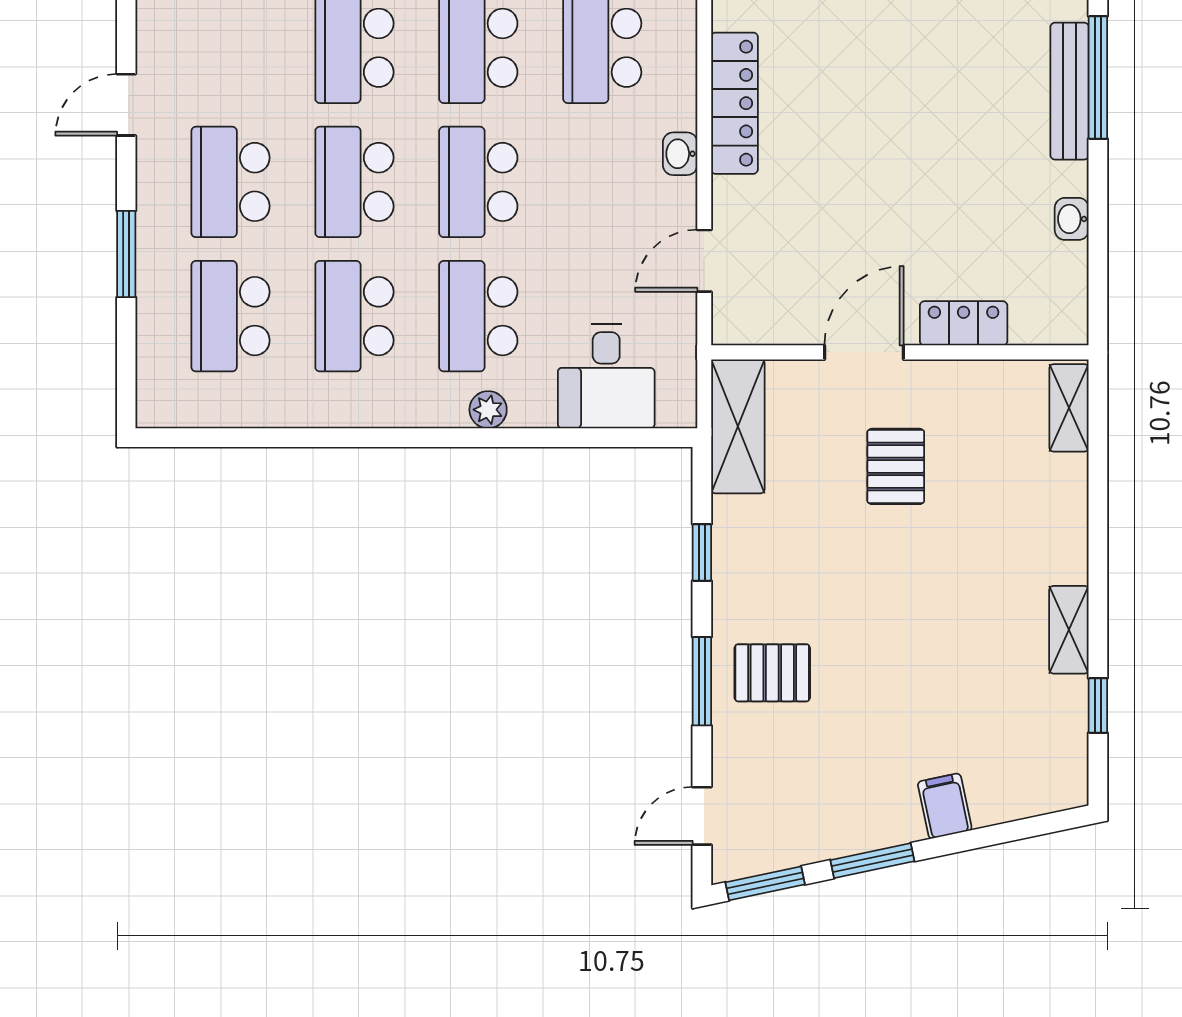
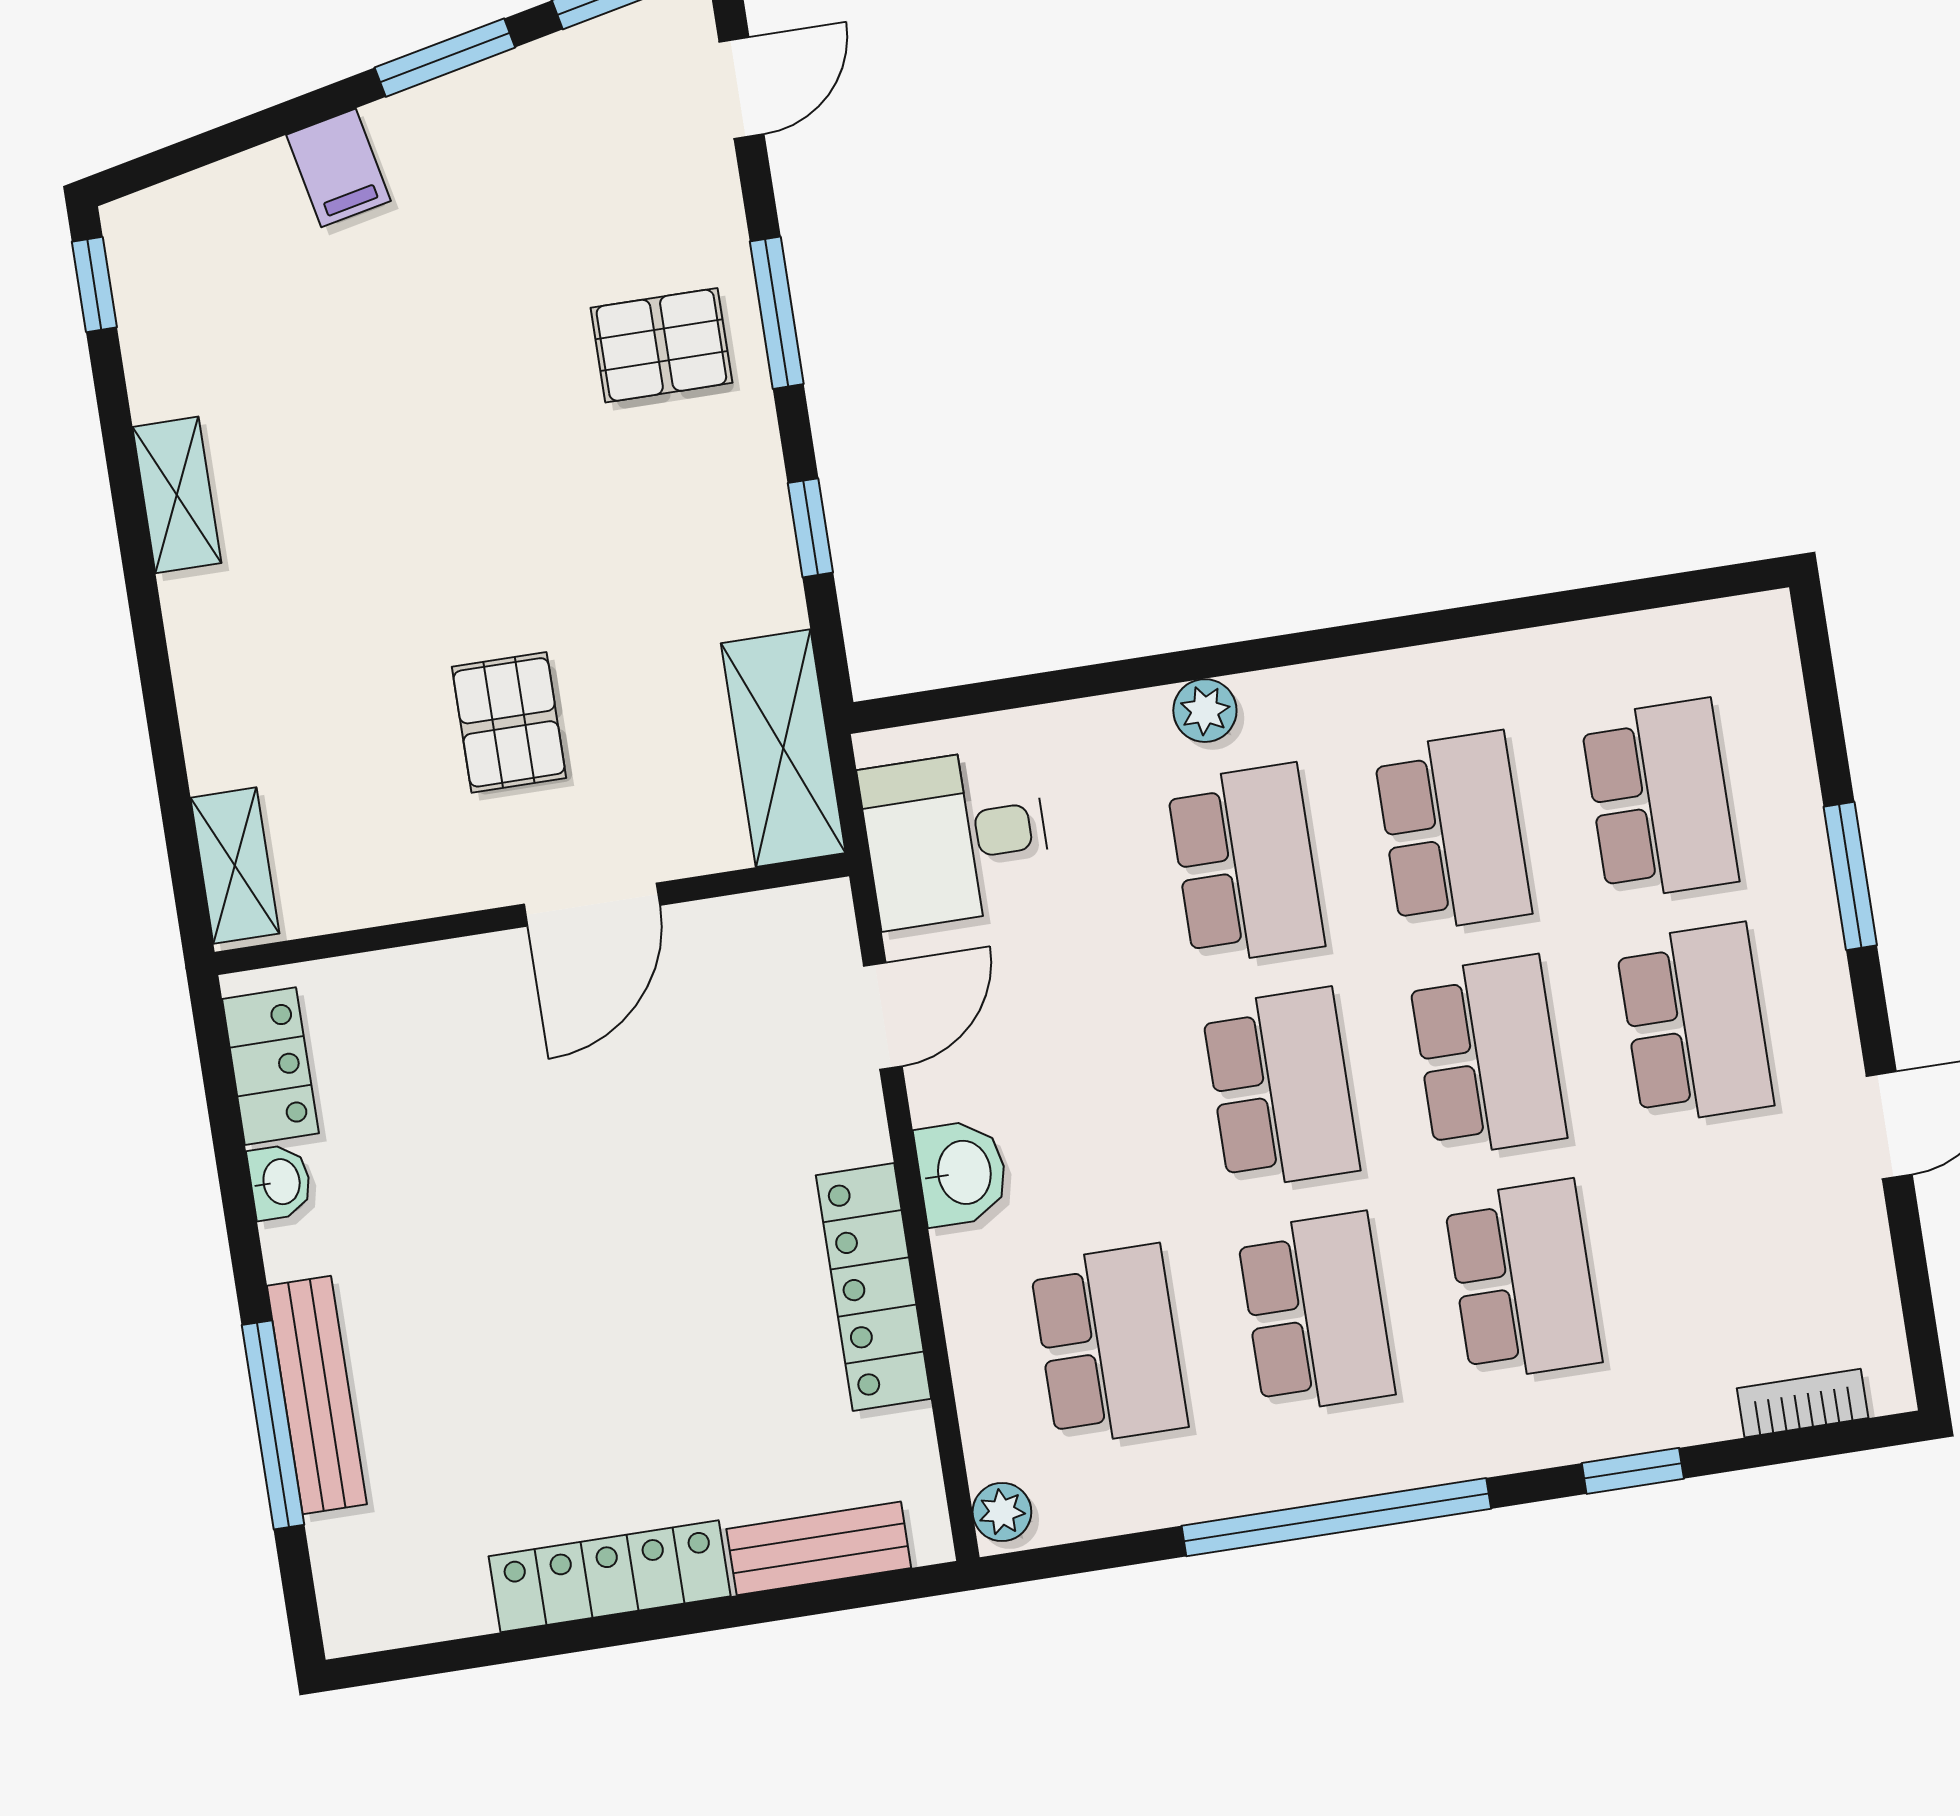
washbasin: (680, 154) -> (962, 1173), width x1.38, depth x1.45
locker: (964, 323) -> (270, 1066), moved, turned -90
desk: (606, 376) -> (956, 837), moved, turned -90
window: (1098, 705) -> (94, 284), moved

